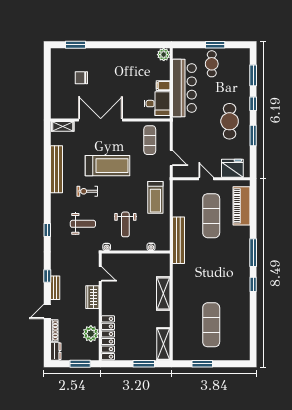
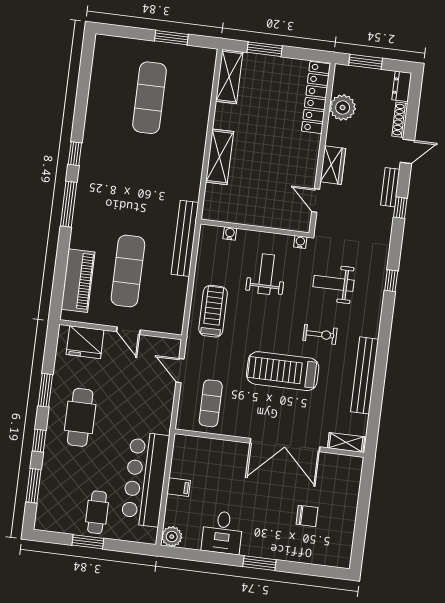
window: (76, 45) -> (259, 563), moved
desk: (157, 104) -> (222, 532), moved, turned -90

